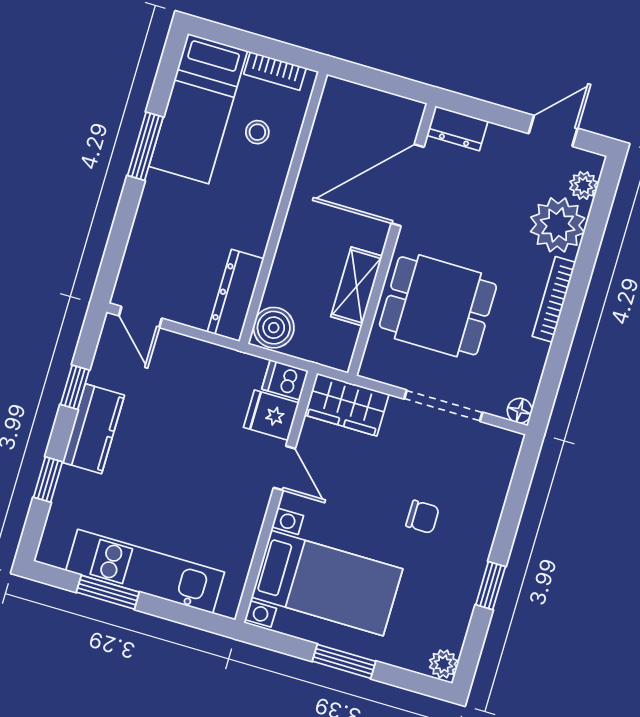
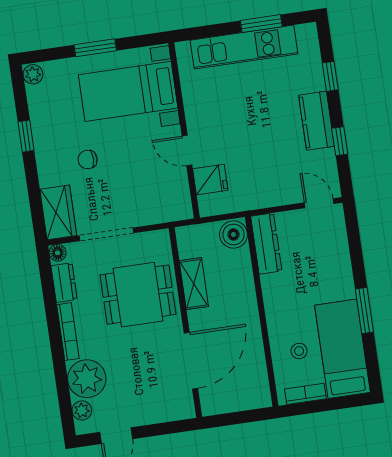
dresser: (457, 128) -> (64, 283), moved, turned 90
dishwasher: (285, 380) -> (212, 205), removed
wardrobe: (347, 405) -> (58, 212), moved, turned 90

